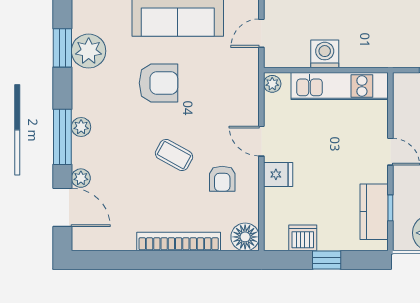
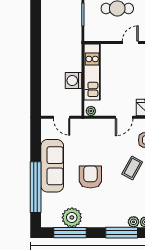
window: (62, 48) -> (70, 233), width x1.44
plant: (81, 127) -> (134, 222), moved

